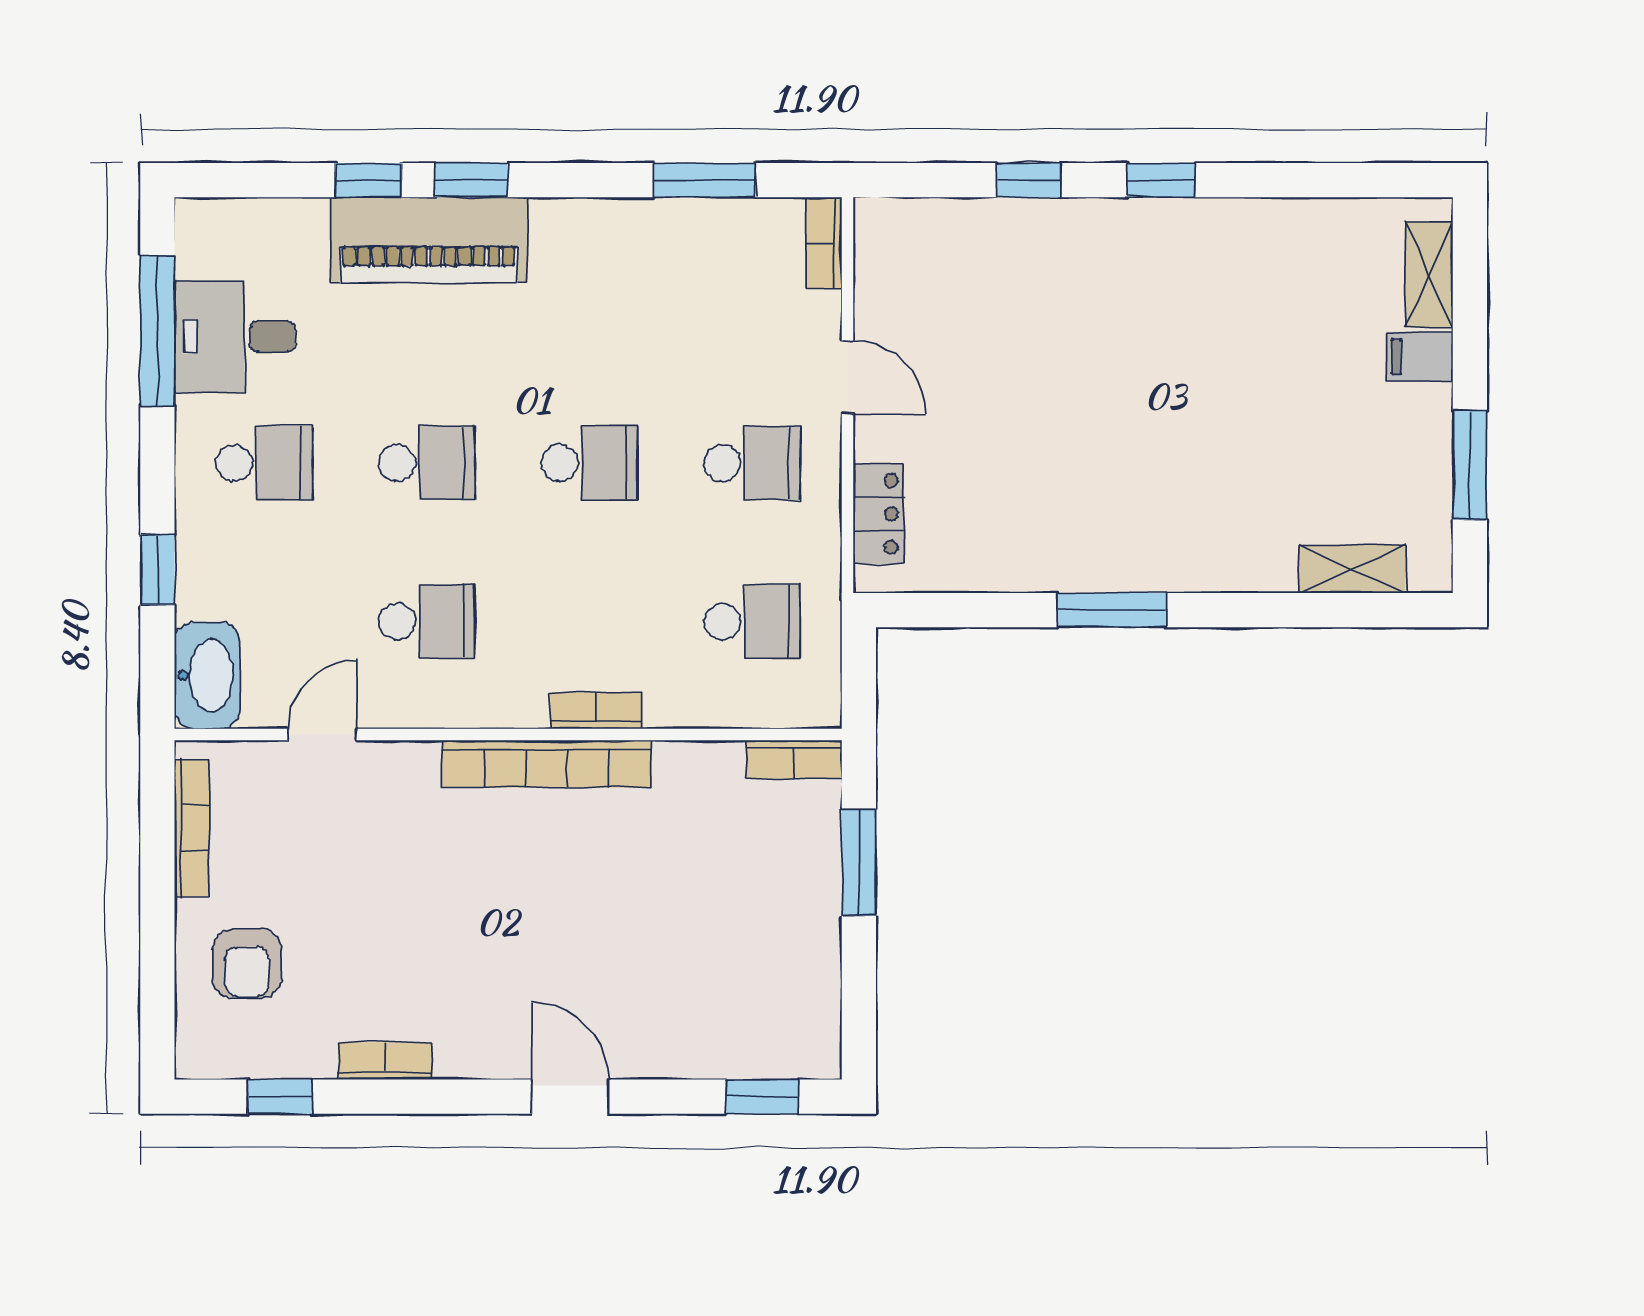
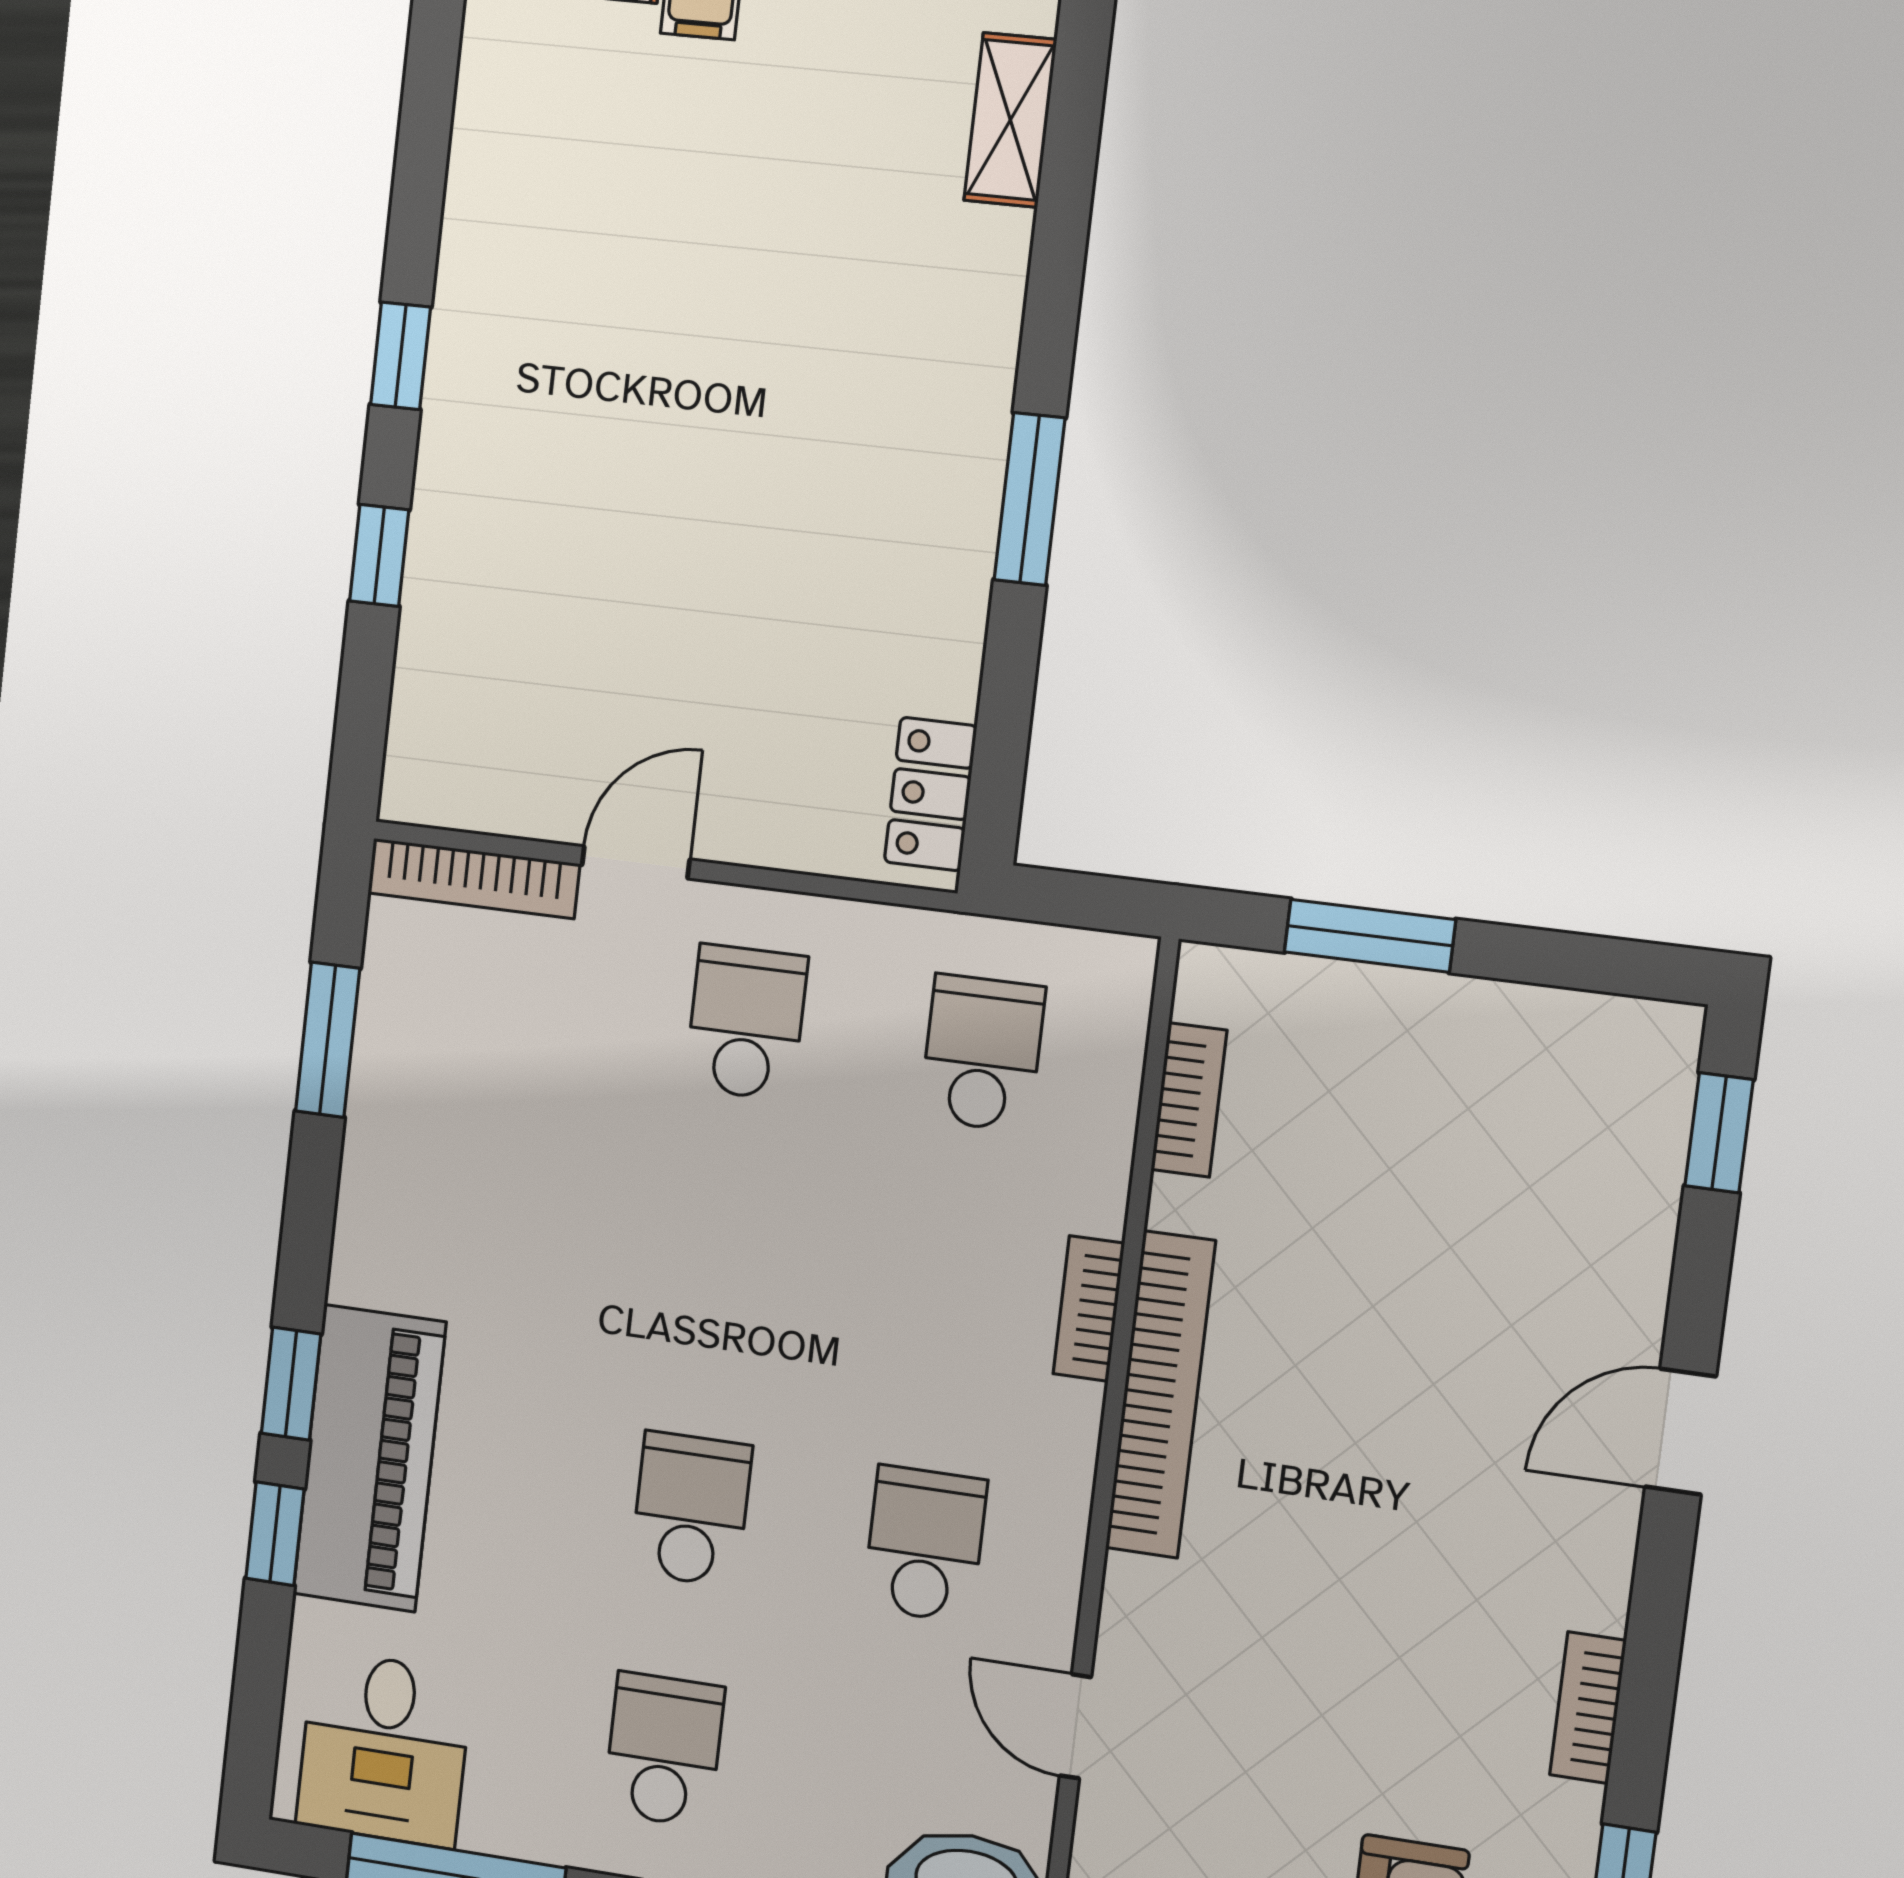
bookcase: (824, 243) -> (474, 878), width x1.56
desk: (235, 336) -> (384, 1749), moved
school desk: (589, 463) -> (718, 1267), removed
locker: (879, 514) -> (931, 794), moved, turned -90
bookcase: (794, 759) -> (1189, 1100), moved

